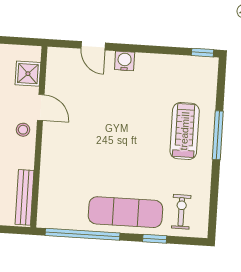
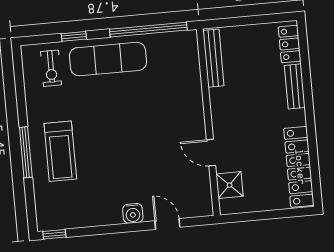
stool: (23, 130) -> (226, 127), removed

